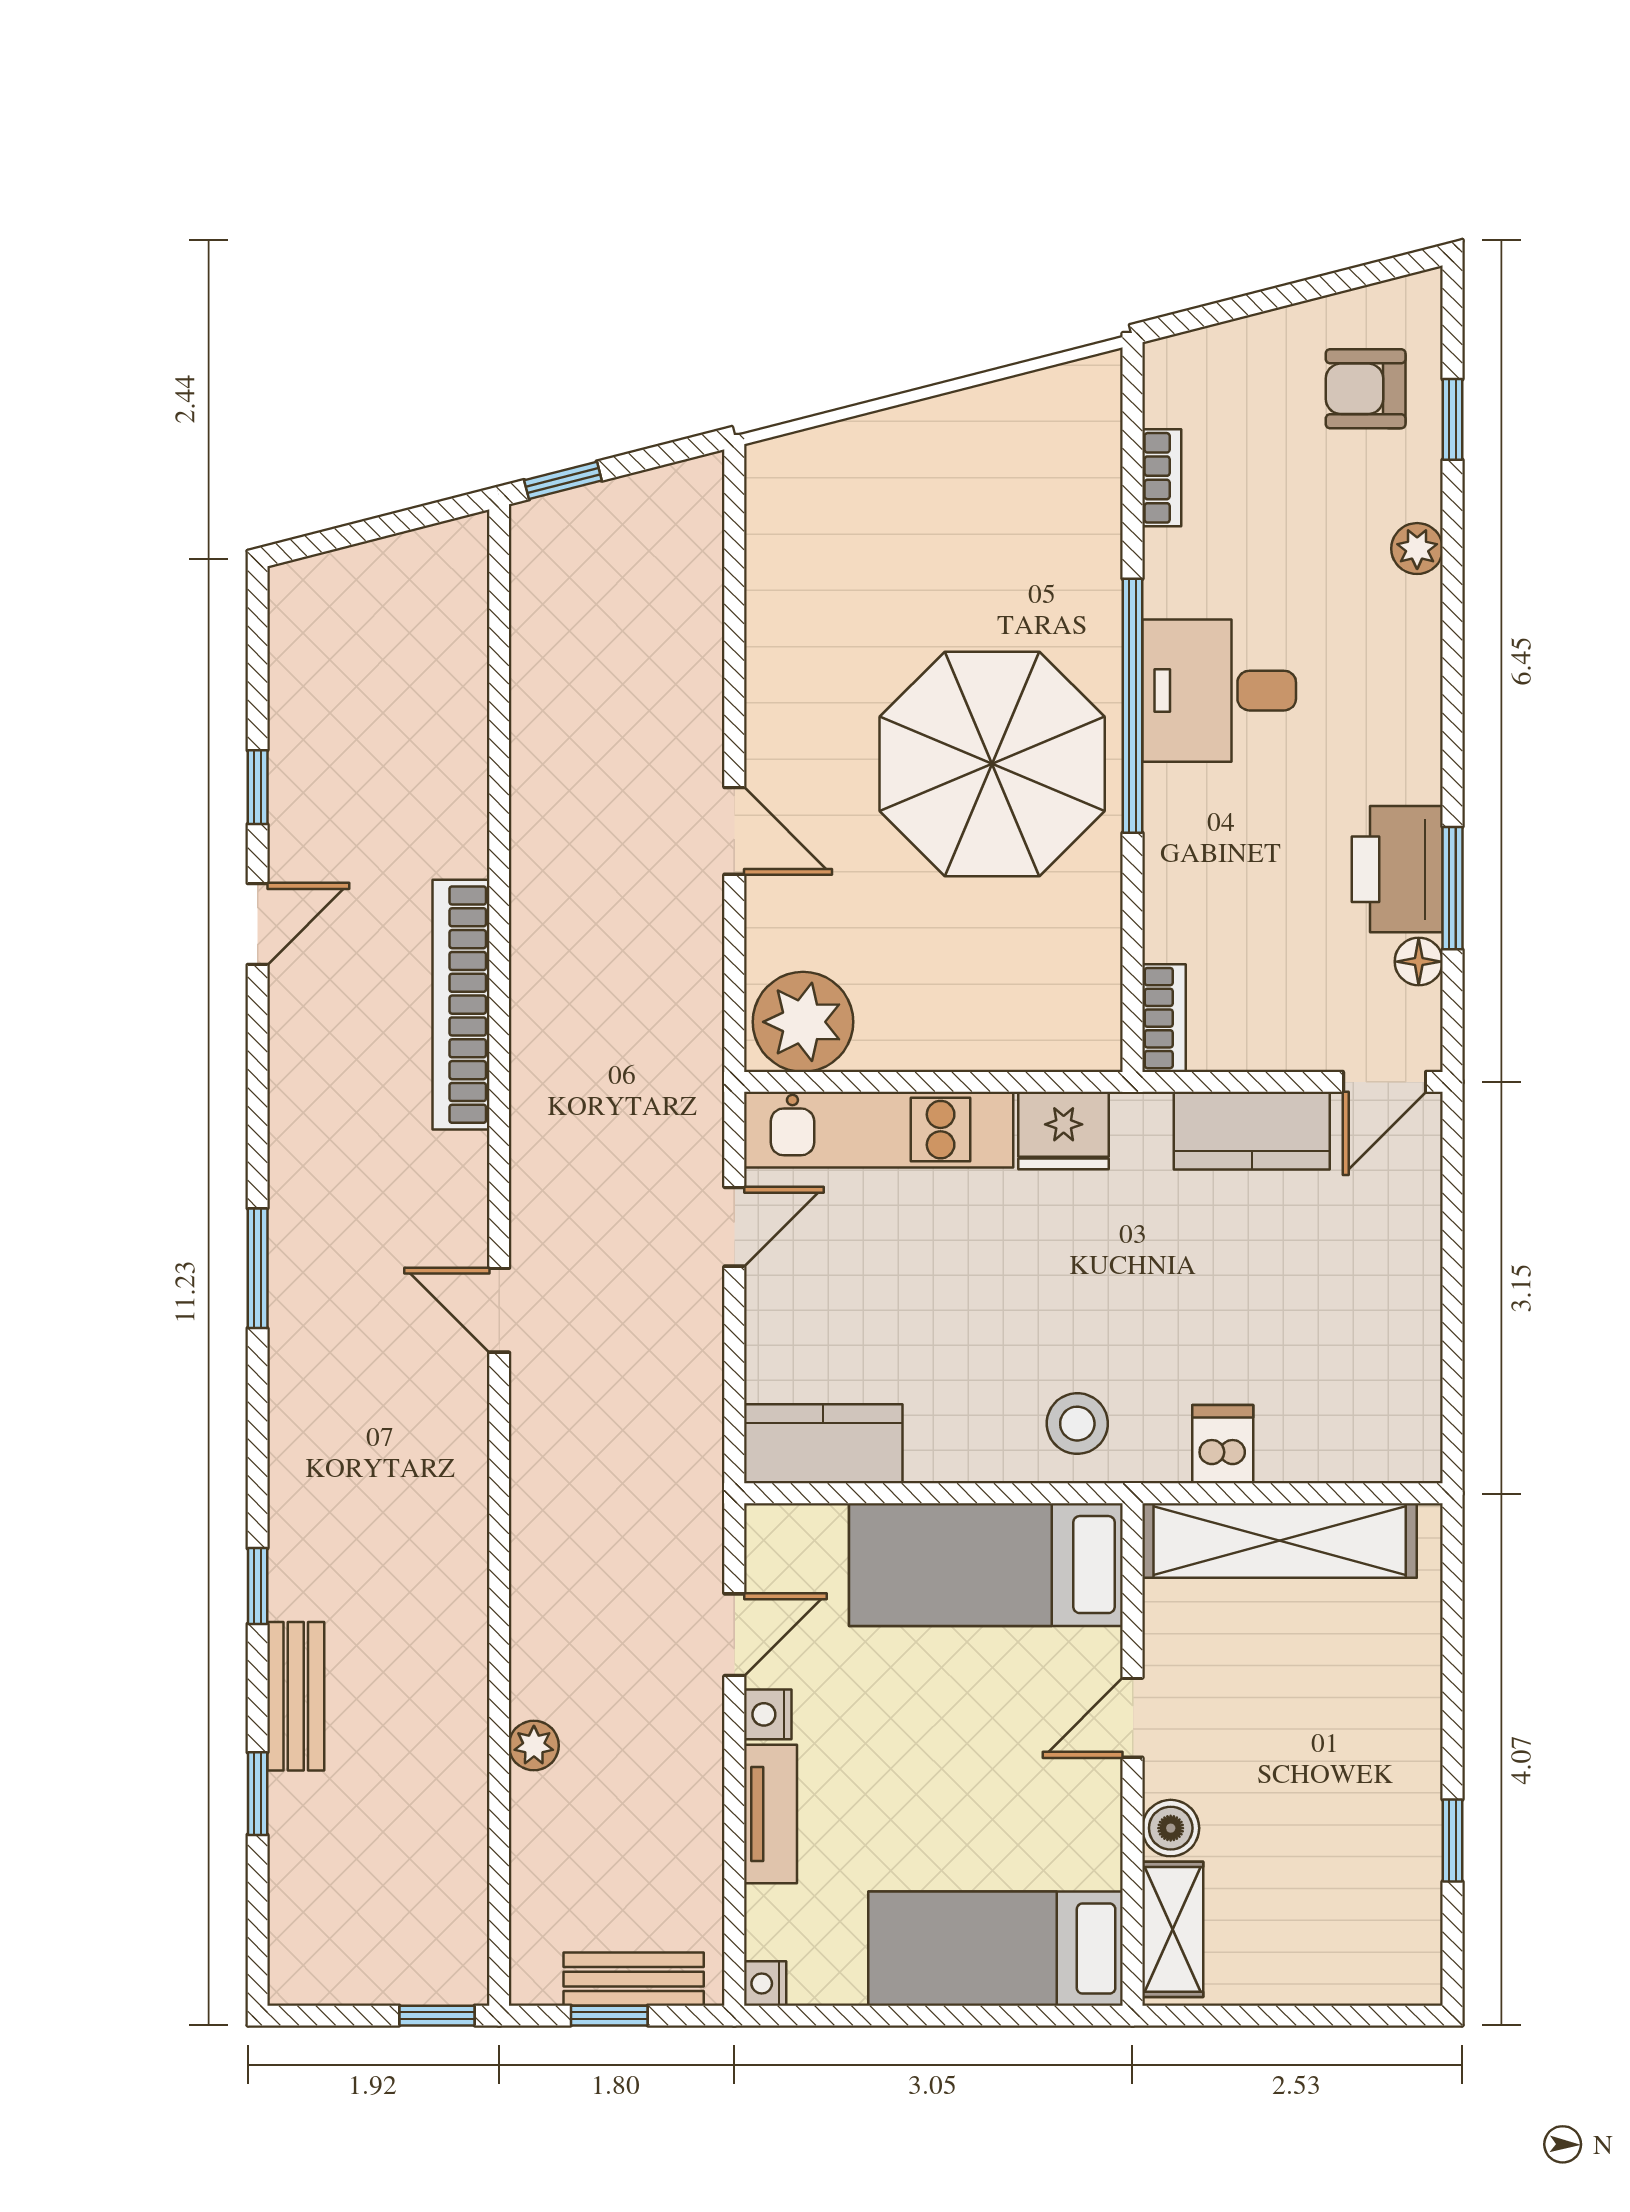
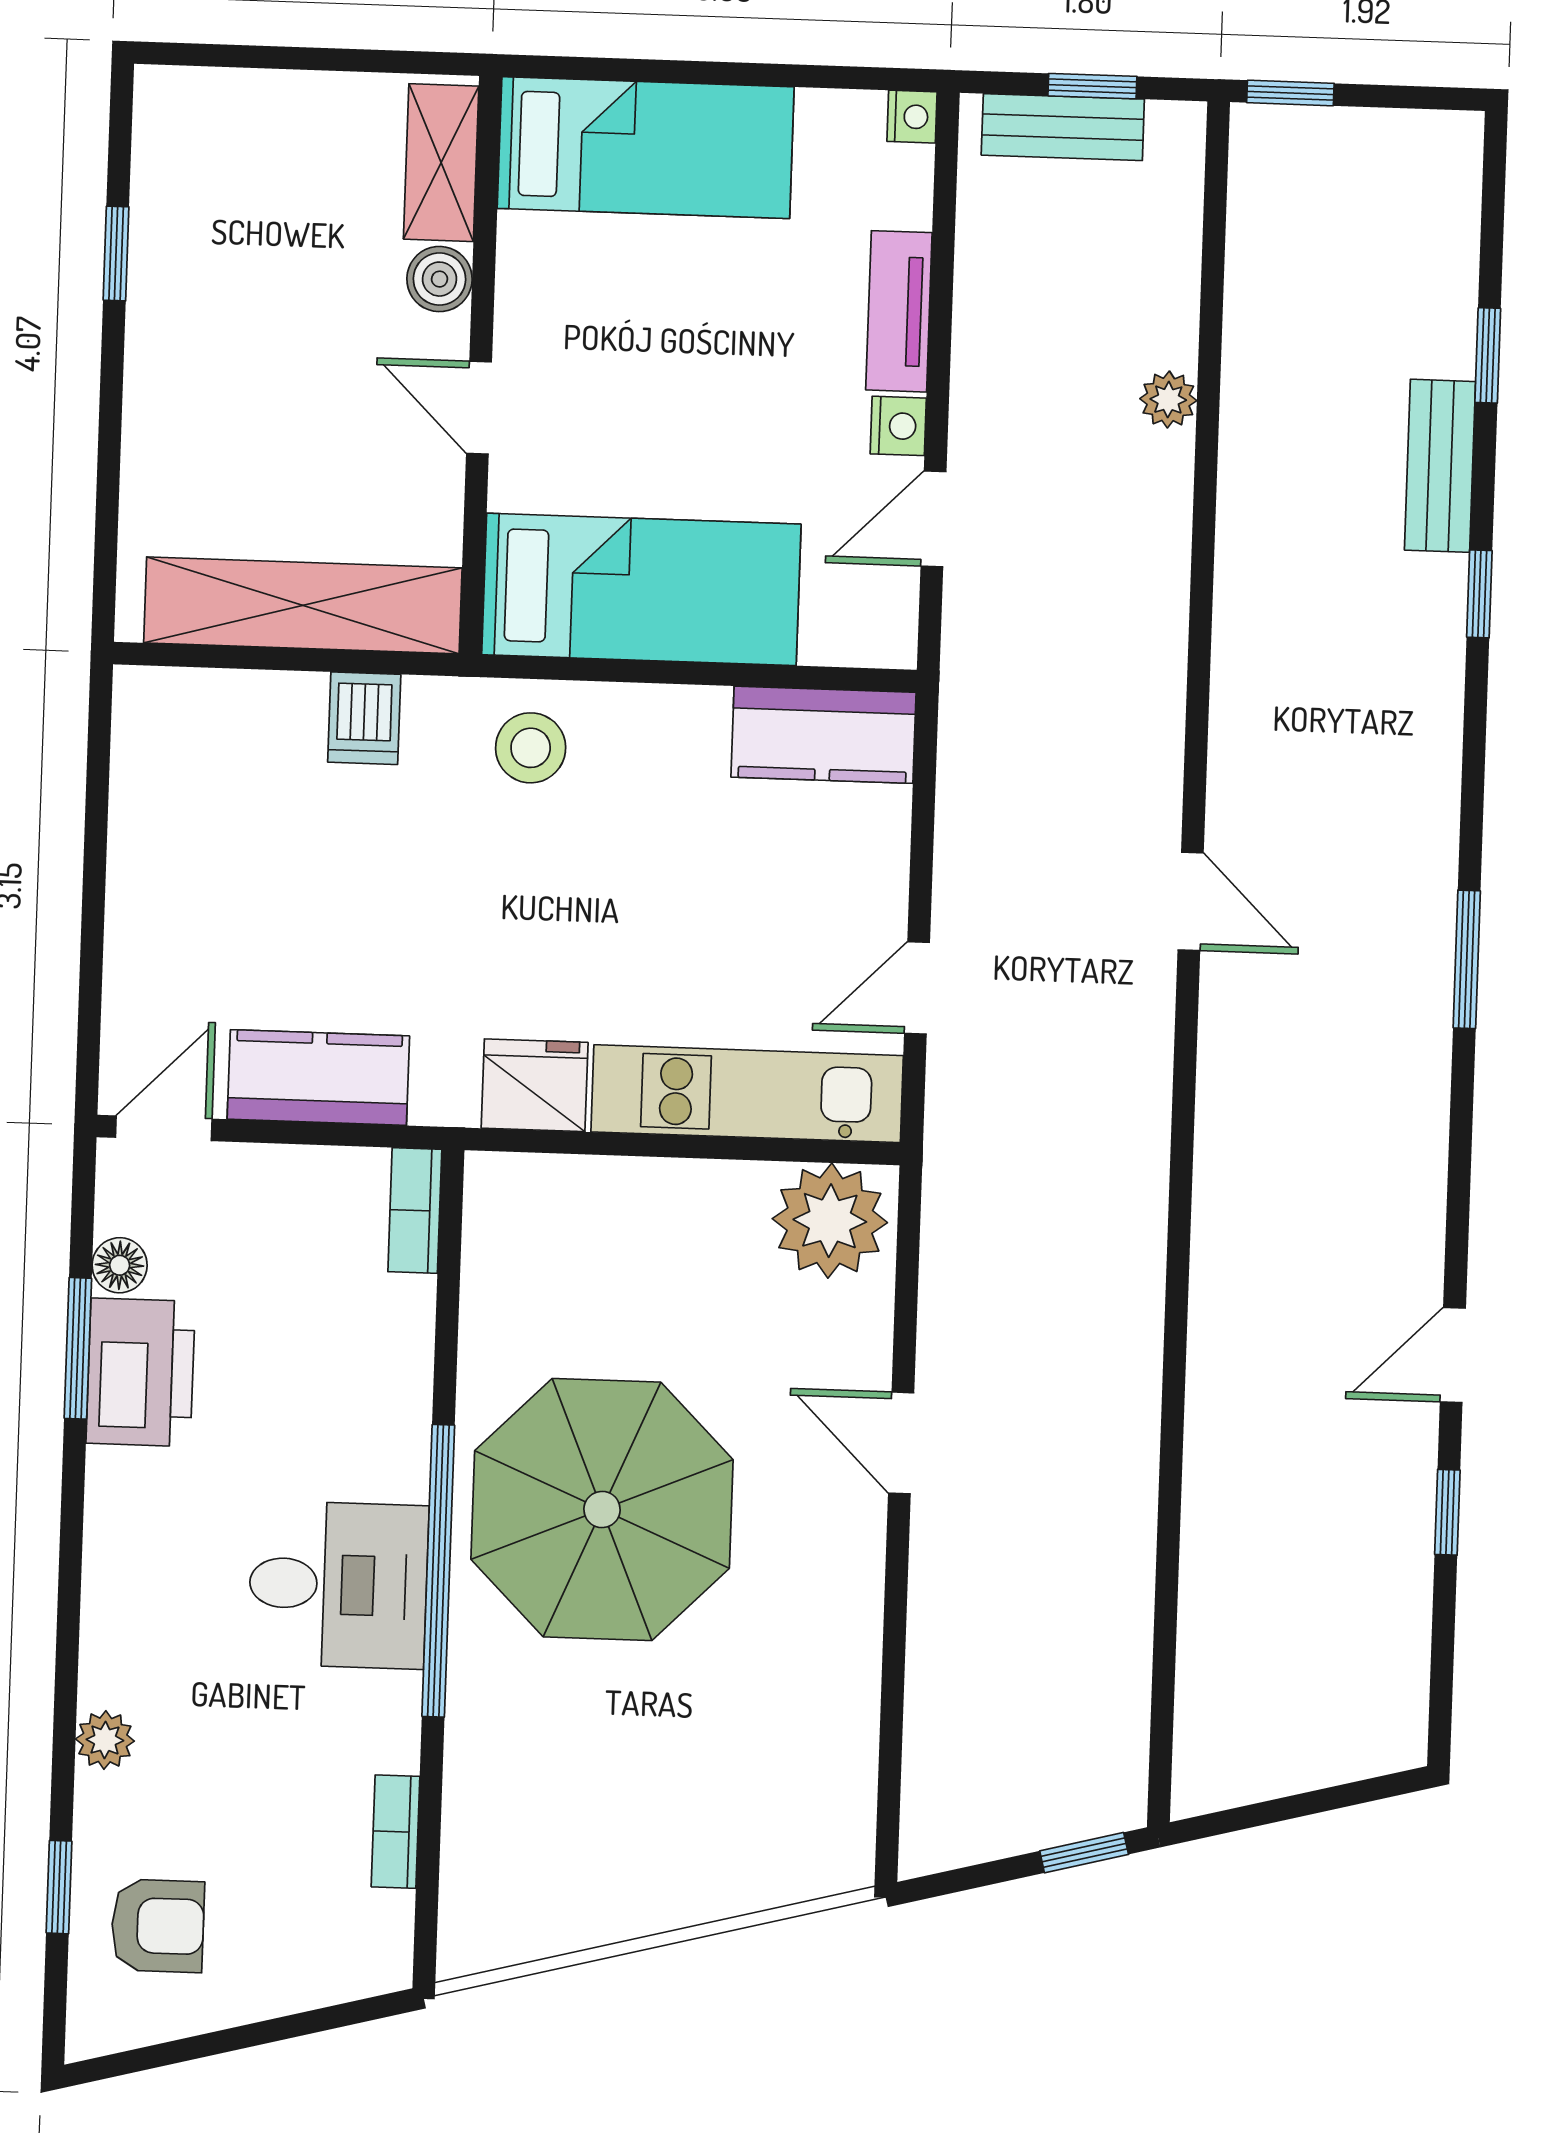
bookcase: (461, 1005) -> (1222, 1254), removed
door: (1133, 1718) -> (479, 408), swing flipped

